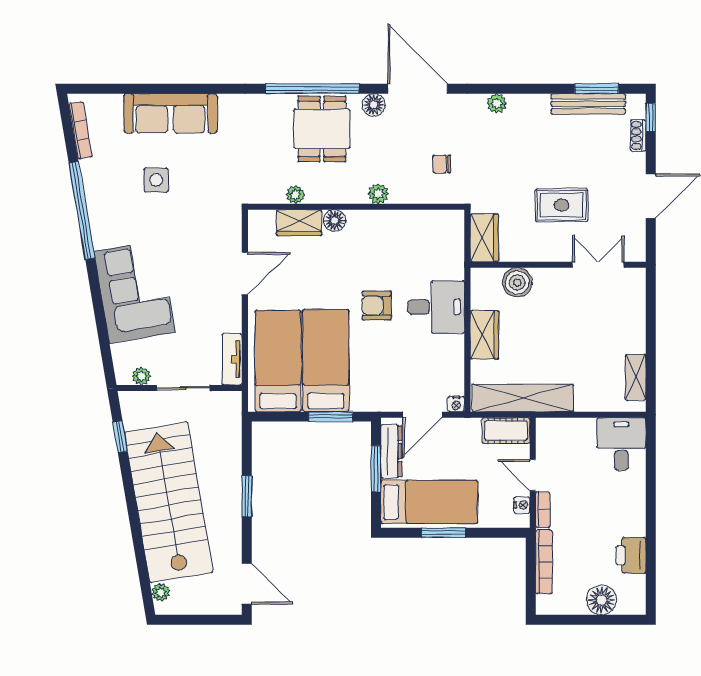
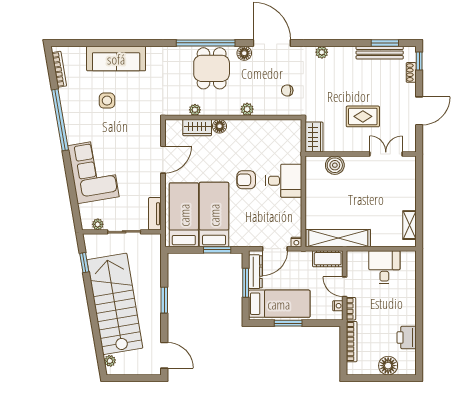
wardrobe: (484, 335) -> (314, 198), removed
desk: (621, 444) -> (384, 267), moved

